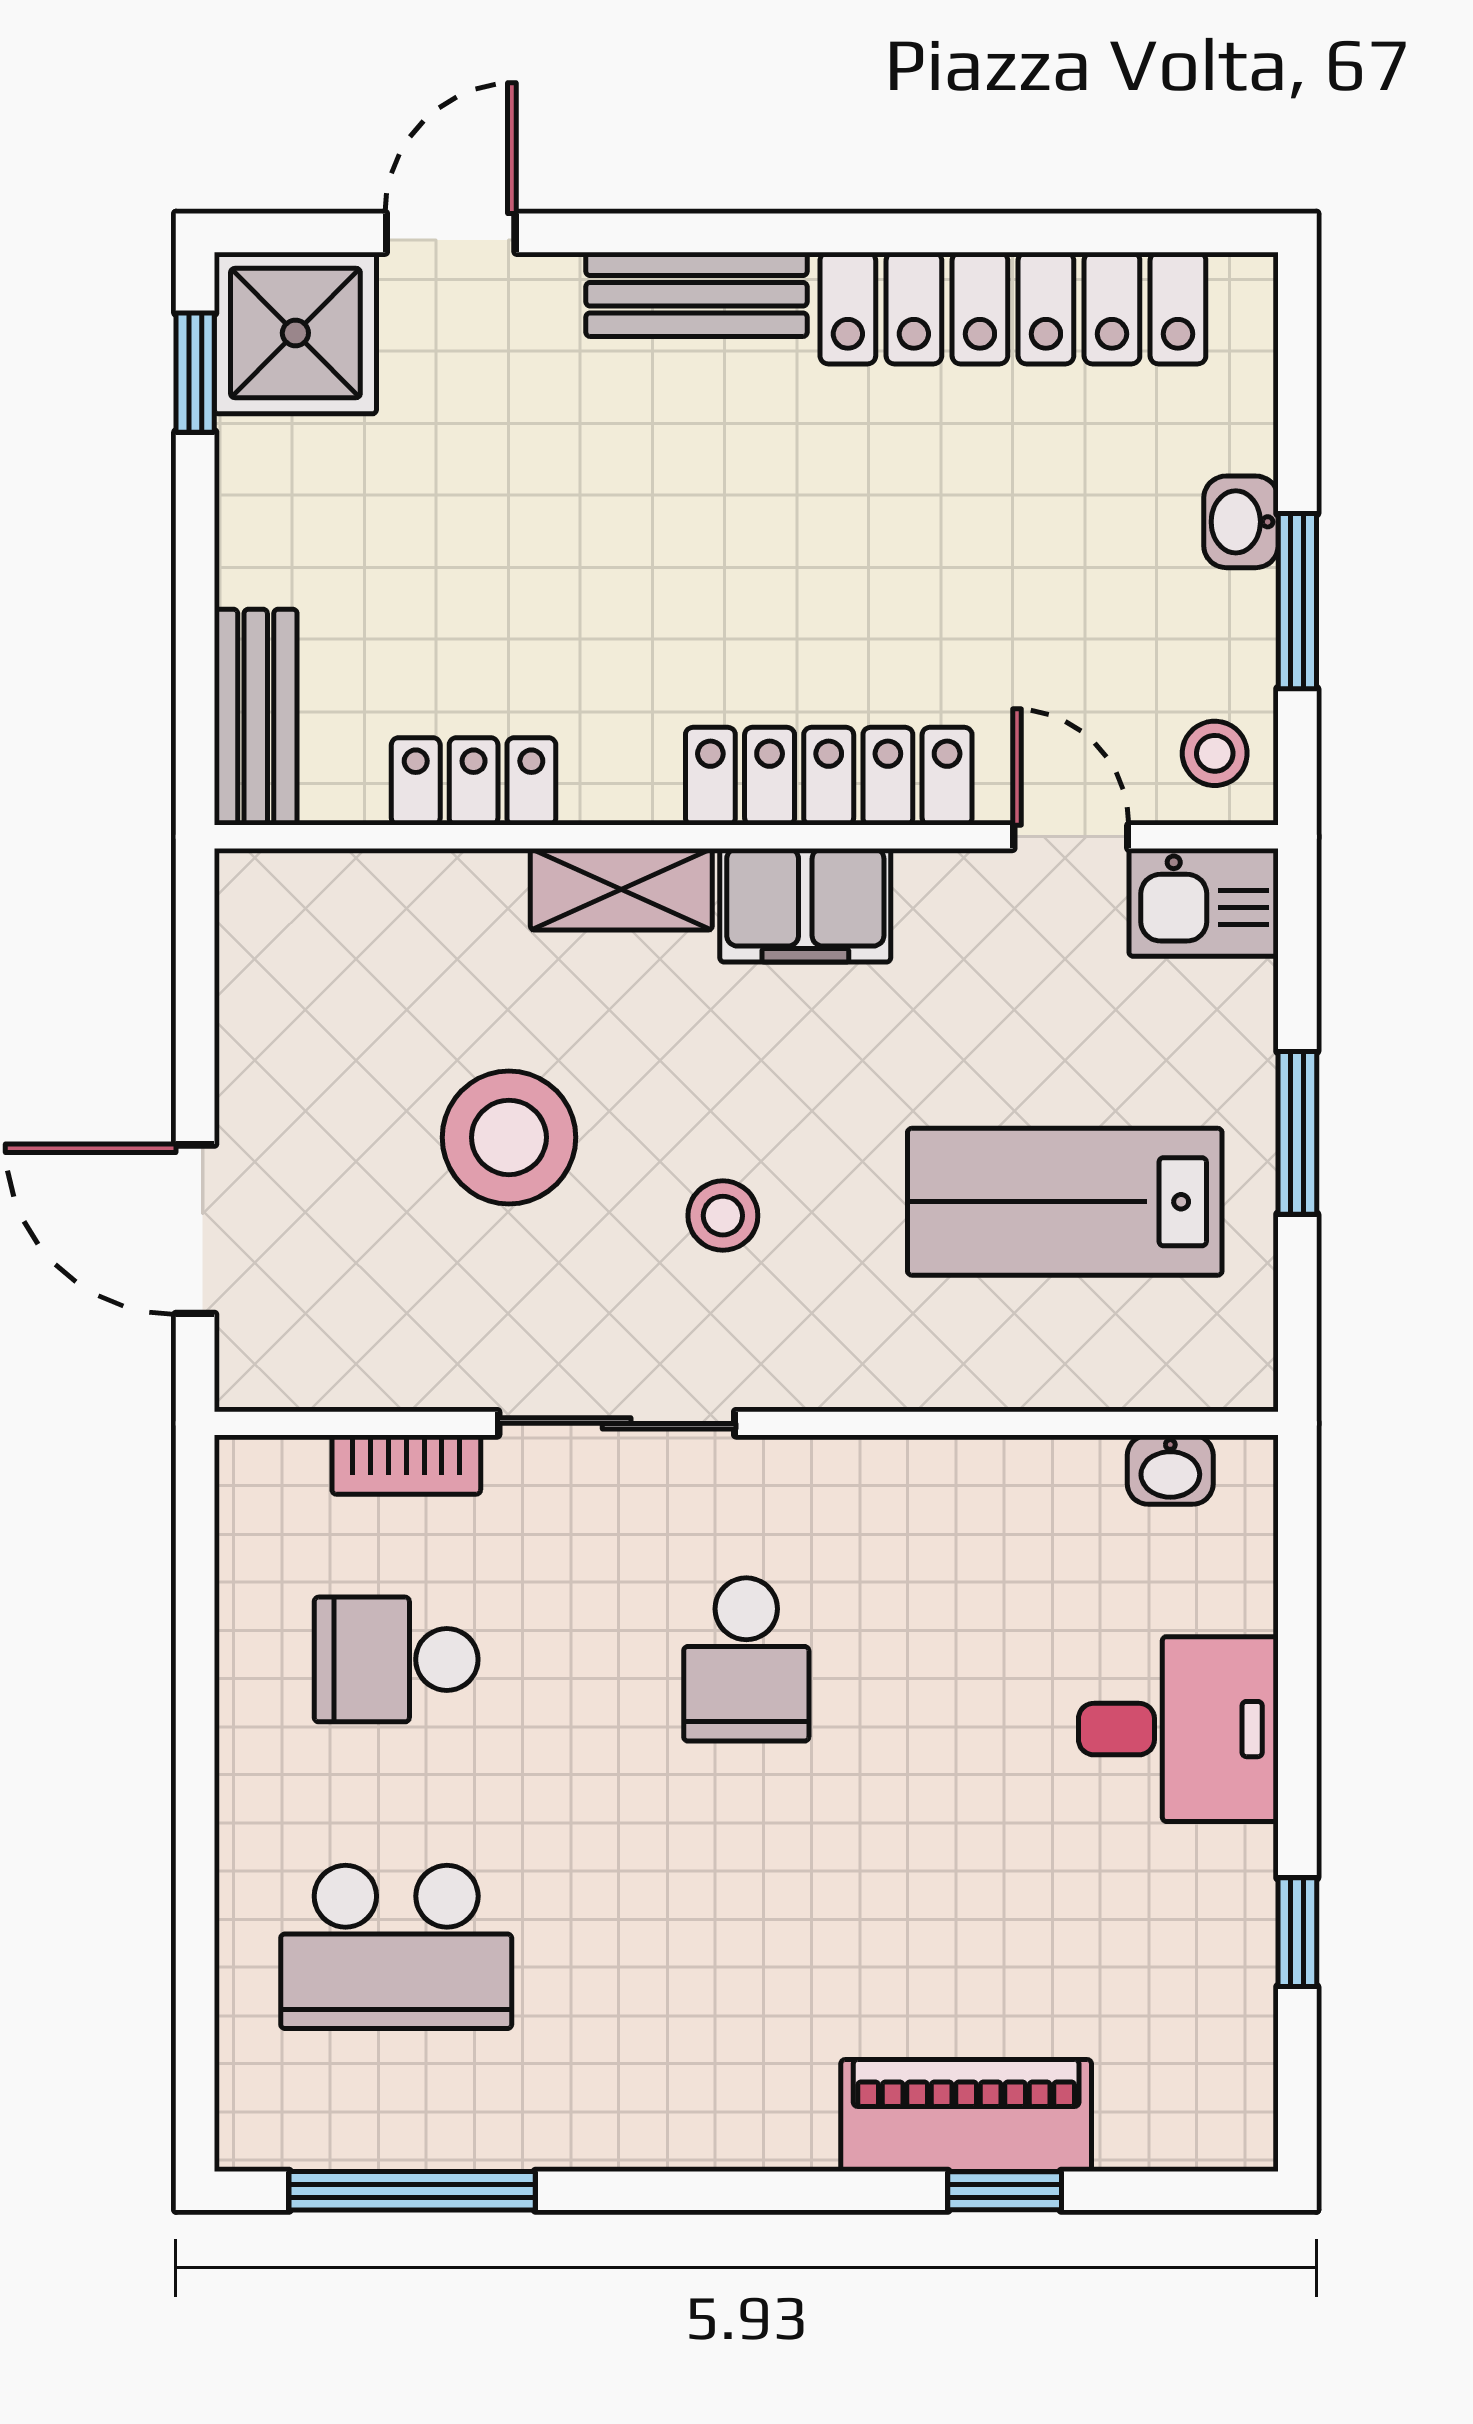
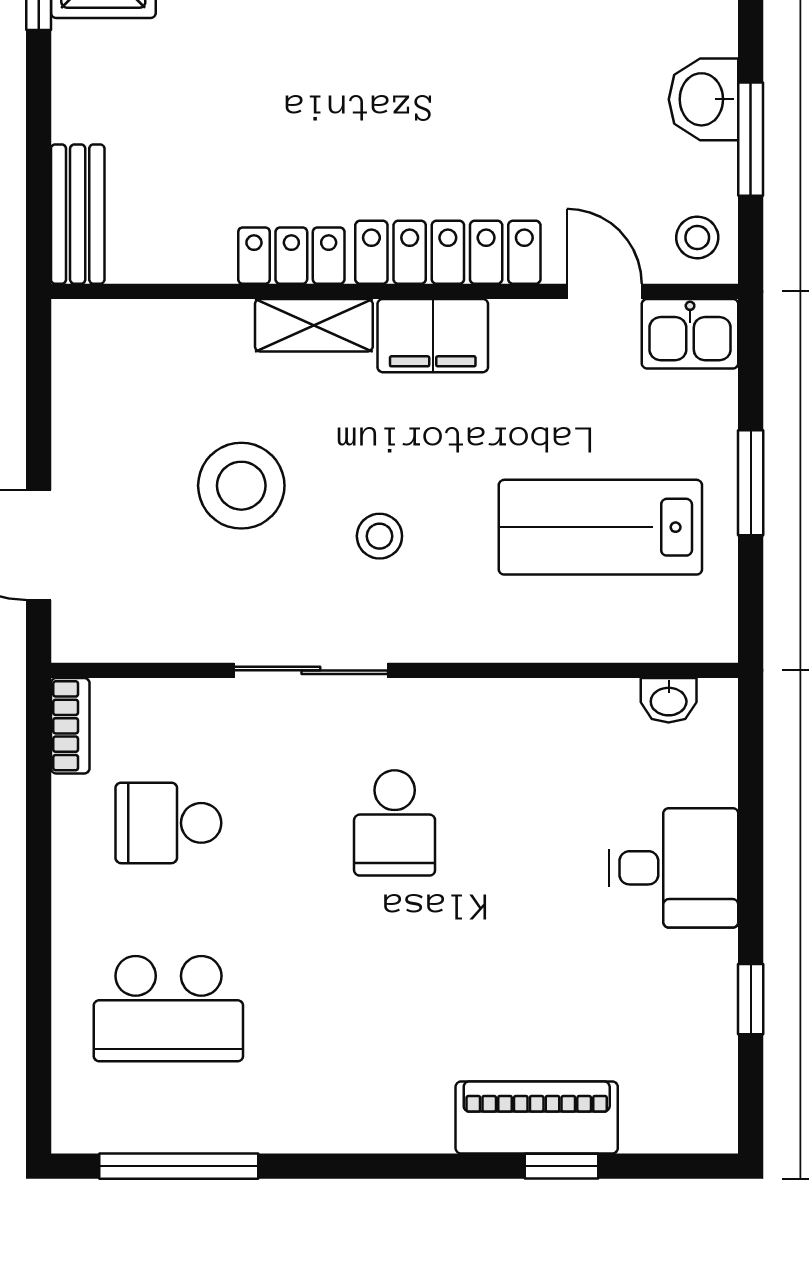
washbasin: (1241, 522) -> (703, 99), width x1.38, depth x1.45
locker: (474, 781) -> (291, 256), moved
bookcase: (406, 1465) -> (70, 726), moved, turned -90

